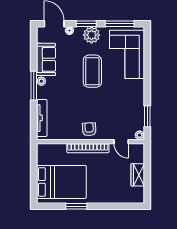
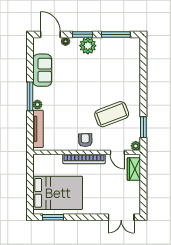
corner sofa: (127, 54) -> (123, 65), removed
coffee table: (92, 71) -> (112, 114), moved, turned 69
plant: (41, 81) -> (37, 105), moved
wardrobe: (138, 175) -> (134, 169), moved
window: (76, 206) -> (53, 217), moved
double door: (125, 206) -> (121, 217), added

